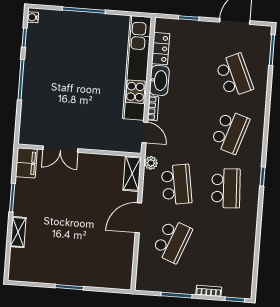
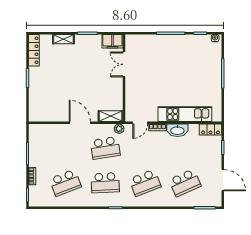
locker: (161, 49) -> (211, 130), moved
kitchen unit: (137, 68) -> (185, 114), width x0.73
school desk: (230, 132) -> (145, 183), turned -39
school desk: (172, 241) -> (65, 183), moved, turned -42
locker: (31, 275) -> (34, 50), added

